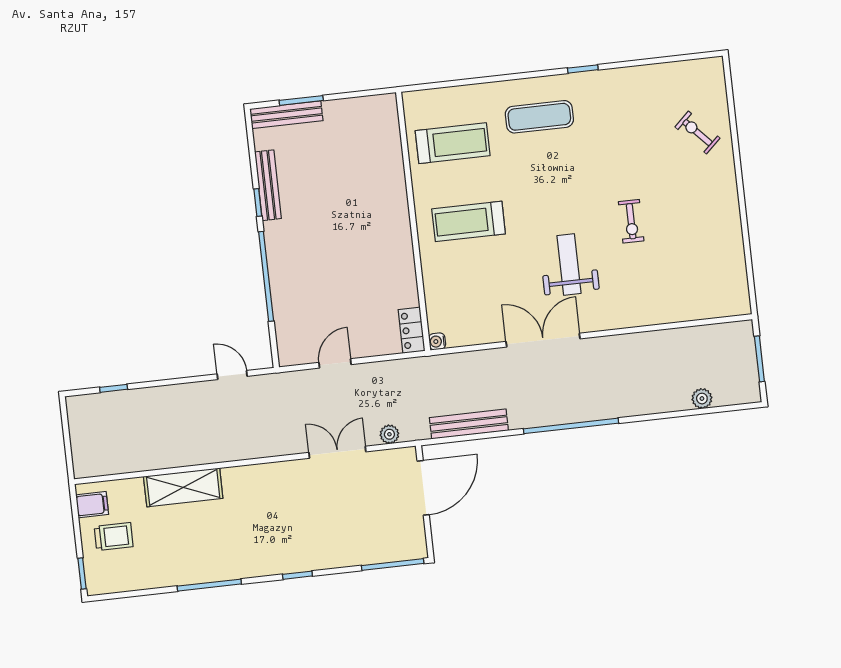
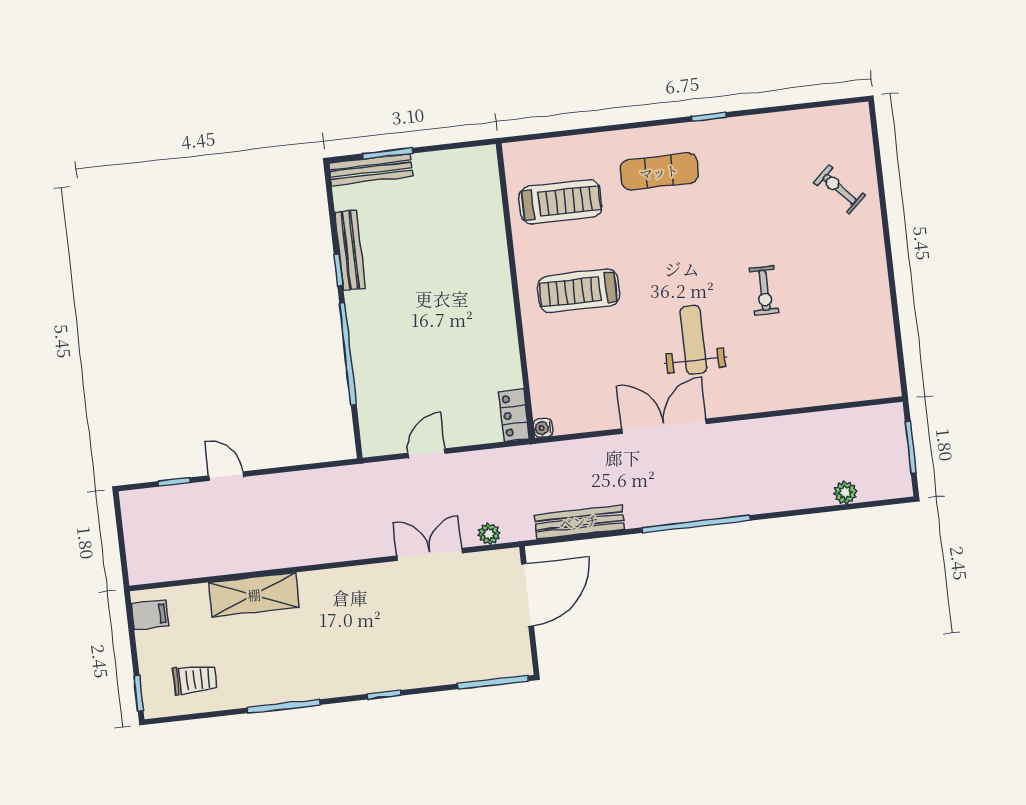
door: (232, 375) -> (226, 476), moved
trolley: (114, 537) -> (195, 680), moved

